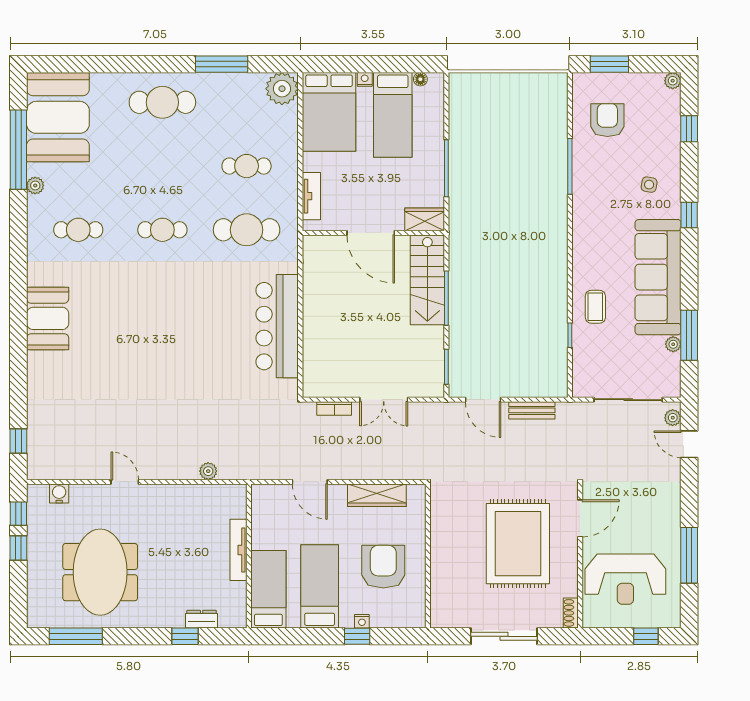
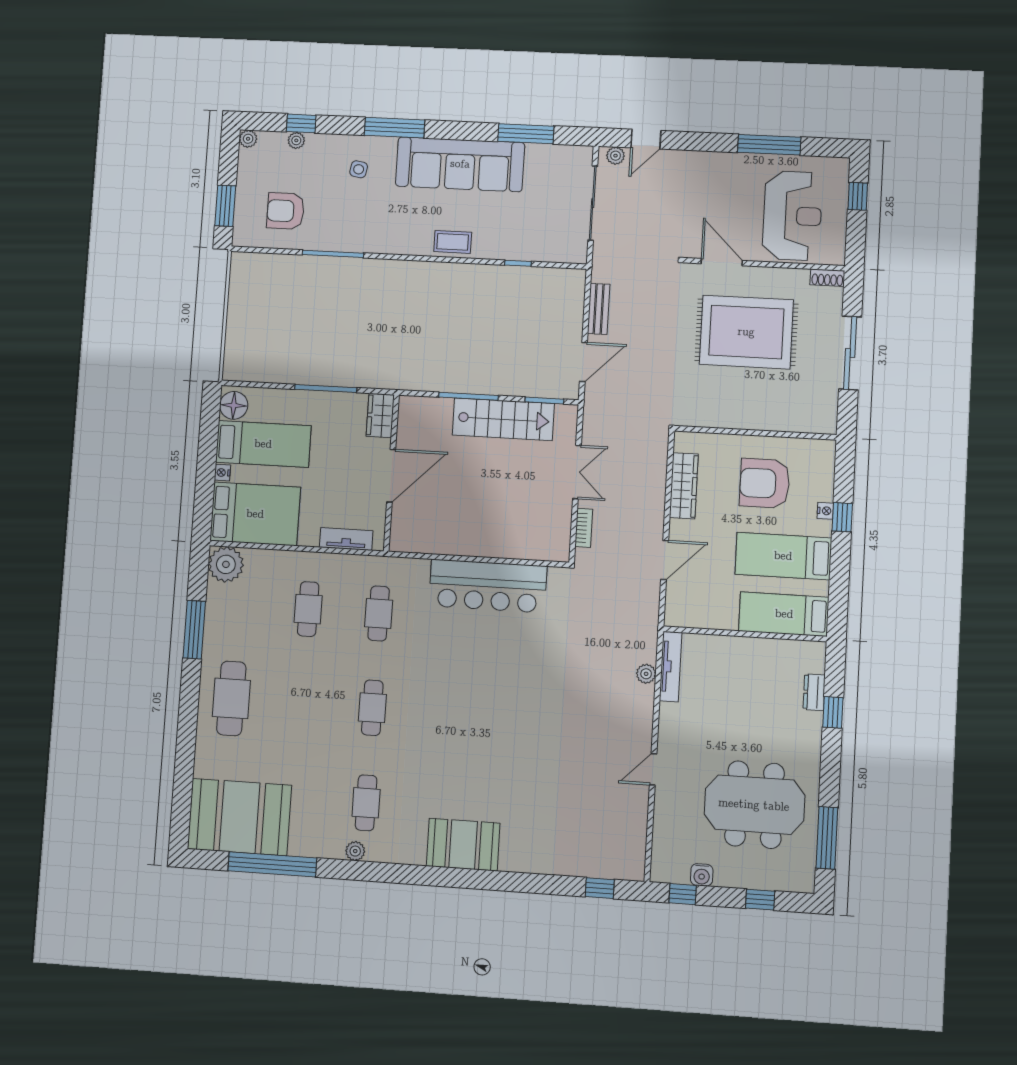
floor lamp: (420, 79) -> (234, 405), width x1.89, depth x1.89
plant: (35, 185) -> (355, 851), moved
window: (689, 215) -> (395, 128), width x2.17
cafe table: (247, 230) -> (379, 613), width x0.73, depth x0.74
stairs: (427, 280) -> (503, 419), moved
coffee table: (595, 307) -> (453, 242), moved
plant: (673, 344) -> (296, 140), moved
water cooler: (59, 494) -> (702, 875), moved, turned -90
window: (18, 548) -> (760, 900), moved
tv unit: (238, 550) -> (671, 666), moved, turned -90

